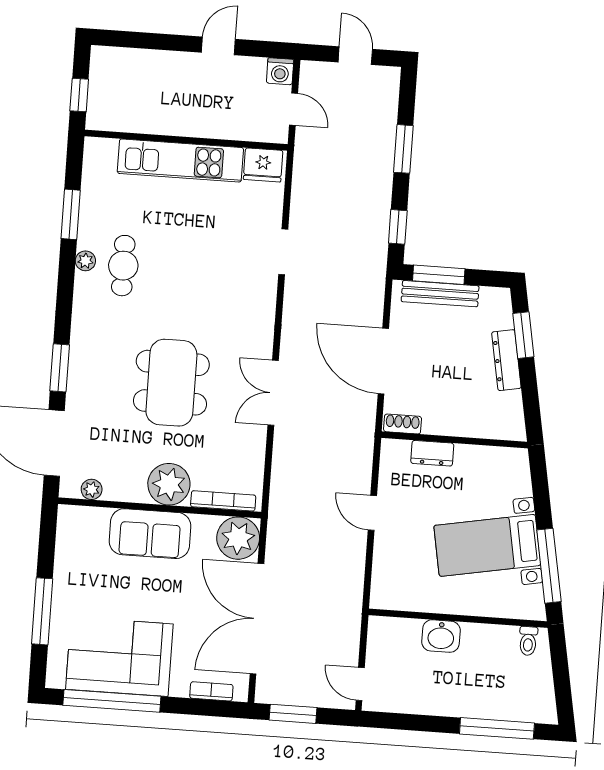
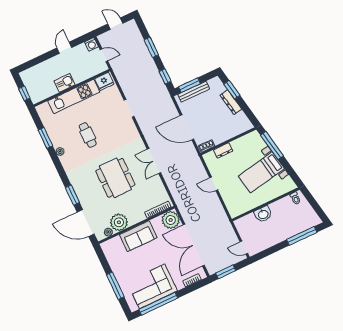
kitchen sink: (177, 121) -> (65, 83), added
cafe table: (123, 266) -> (88, 135), moved
plant: (169, 484) -> (119, 222), moved
window: (549, 566) -> (272, 145), moved

